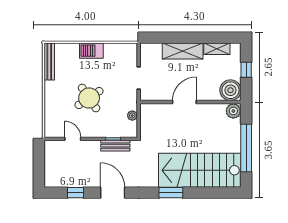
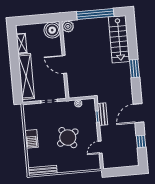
shelving: (183, 51) -> (26, 76), width x1.47
window: (246, 70) -> (36, 19), removed
stairs: (200, 170) -> (119, 39), width x0.73, depth x0.66

